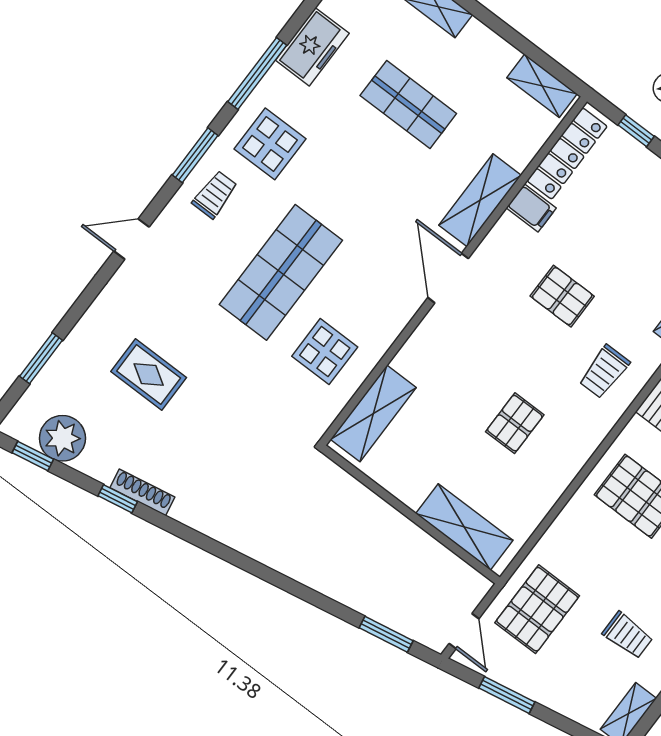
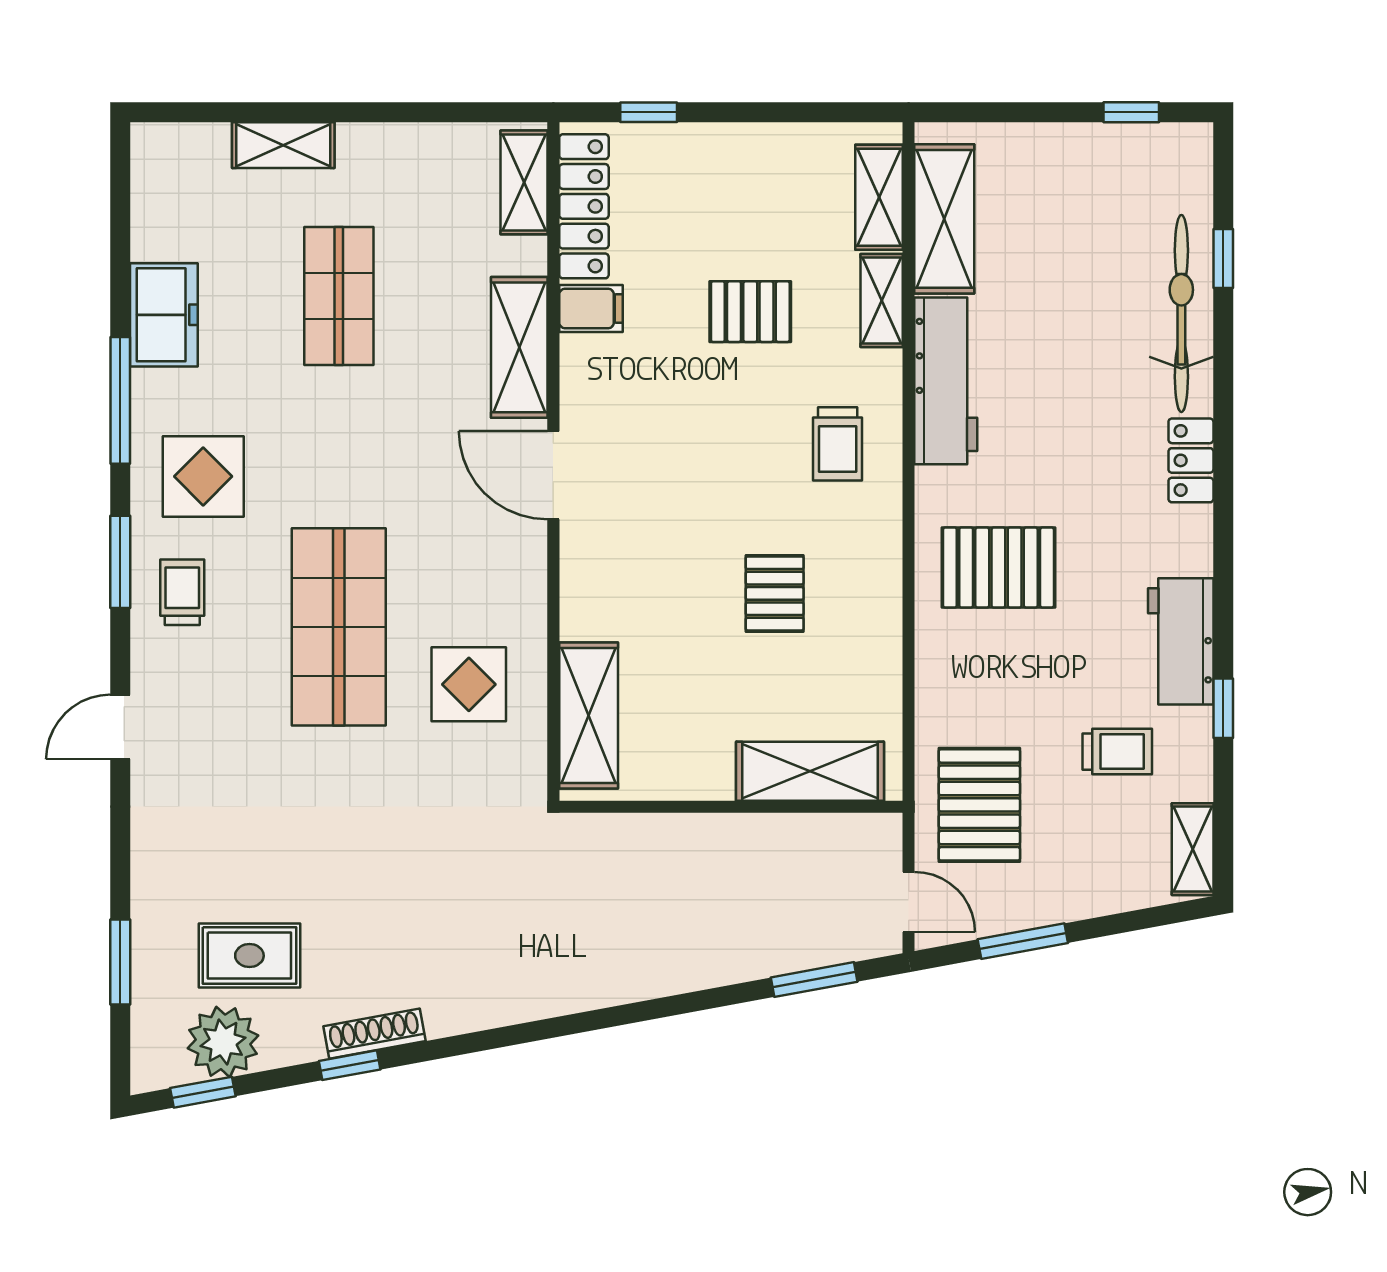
shelving: (542, 86) -> (524, 182), moved, turned 90
shop shelf: (408, 105) -> (339, 296), turned 90
pallet: (562, 296) -> (750, 312), moved
rug: (149, 375) -> (249, 956), moved

